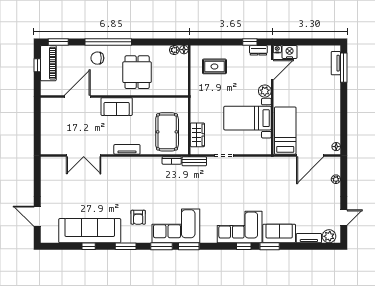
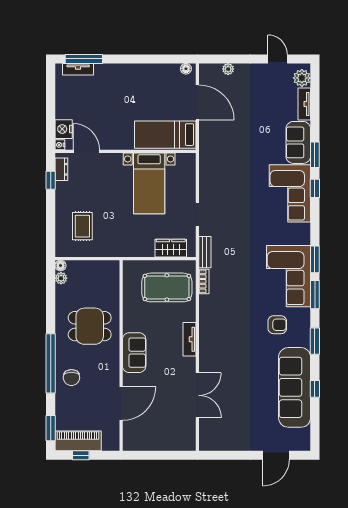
plant: (265, 91) -> (114, 161), removed
door: (77, 96) -> (121, 404), swing flipped

